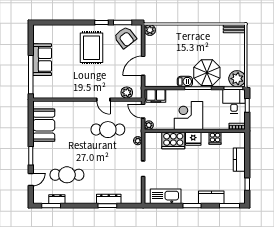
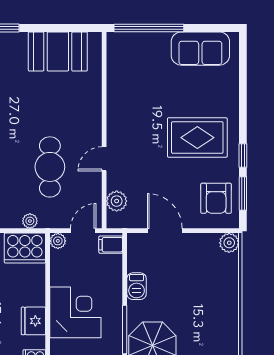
armchair: (125, 37) -> (216, 198), turned -52
sofa: (42, 60) -> (200, 49), moved
barbecue: (185, 82) -> (137, 286), moved
filing cabinet: (156, 96) -> (111, 245), width x0.50
cooker: (173, 140) -> (25, 248), moved, turned -90

